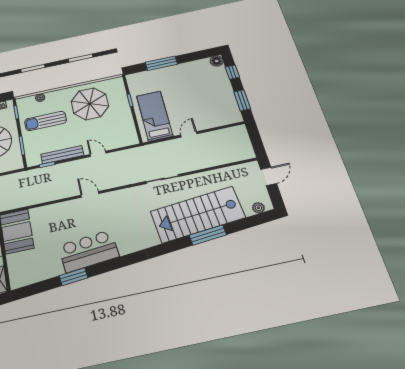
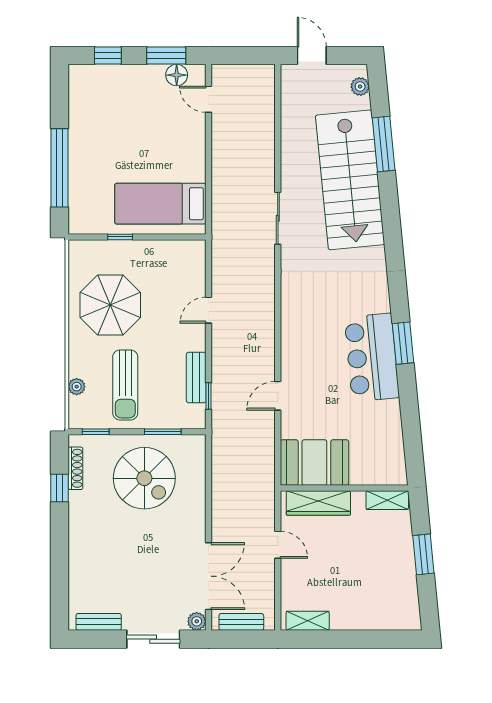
floor lamp: (217, 61) -> (177, 75), moved
window: (161, 63) -> (60, 168), width x1.46
door: (189, 134) -> (208, 99), moved
bench: (62, 155) -> (196, 377), width x0.73
door: (90, 194) -> (278, 396), moved
window: (208, 235) -> (384, 144), moved
window: (73, 277) -> (403, 343), moved

